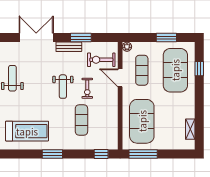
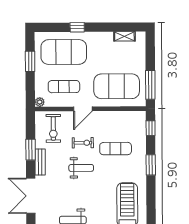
window: (199, 69) -> (77, 27), moved
door: (120, 78) -> (83, 109), moved
window: (52, 154) -> (151, 165), moved

